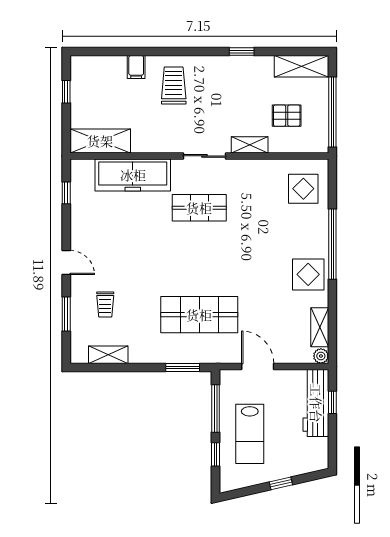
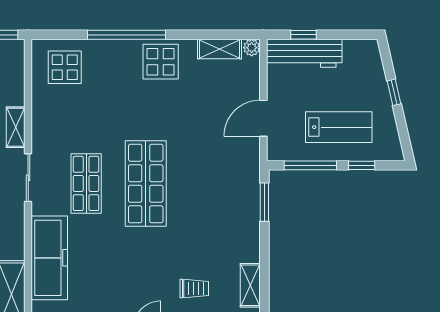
shop shelf: (199, 315) -> (146, 183), moved

